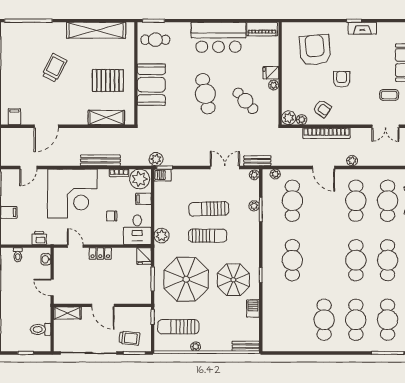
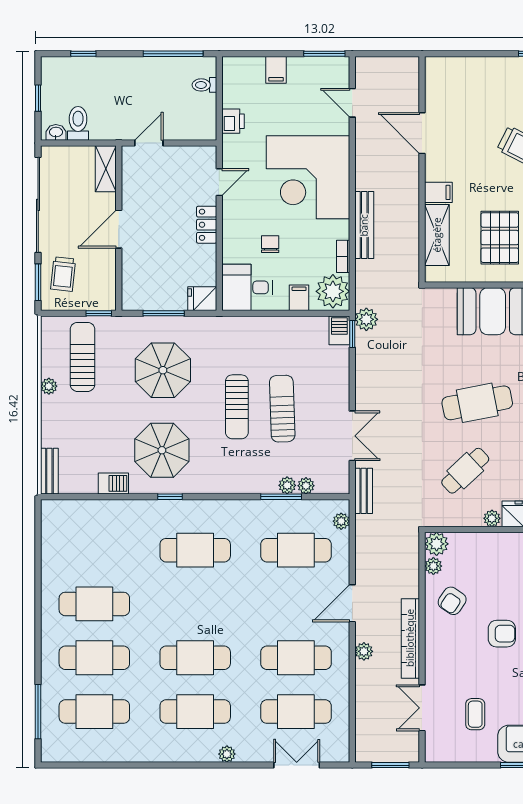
filing cabinet: (14, 117) -> (438, 192), moved
bookcase: (326, 133) -> (410, 638), moved
plant: (254, 175) -> (306, 486), moved
plant: (162, 236) -> (237, 328), removed
washbasin: (46, 259) -> (56, 132), moved
parasol: (186, 279) -> (163, 370), width x0.73, depth x0.73

